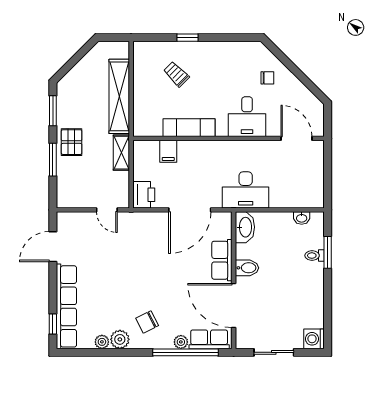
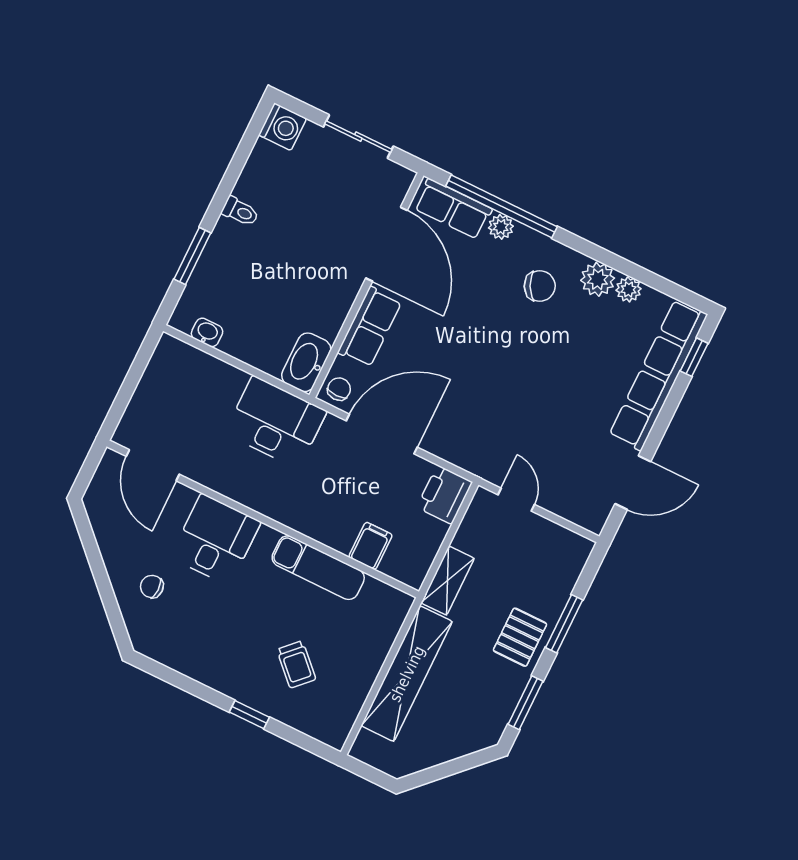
chair: (222, 222) -> (339, 389), added
toilet: (315, 256) -> (240, 212), moved
bidet: (247, 268) -> (335, 295), removed

